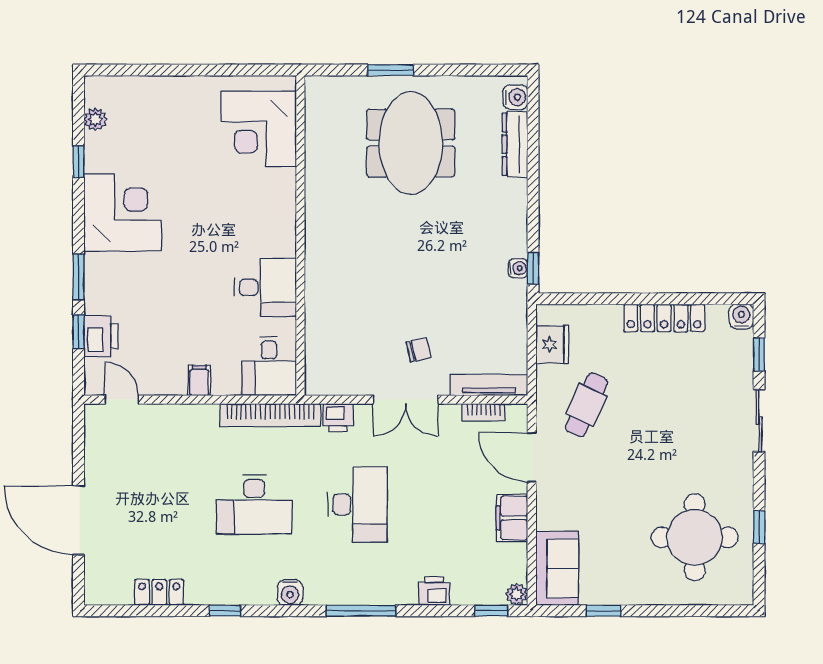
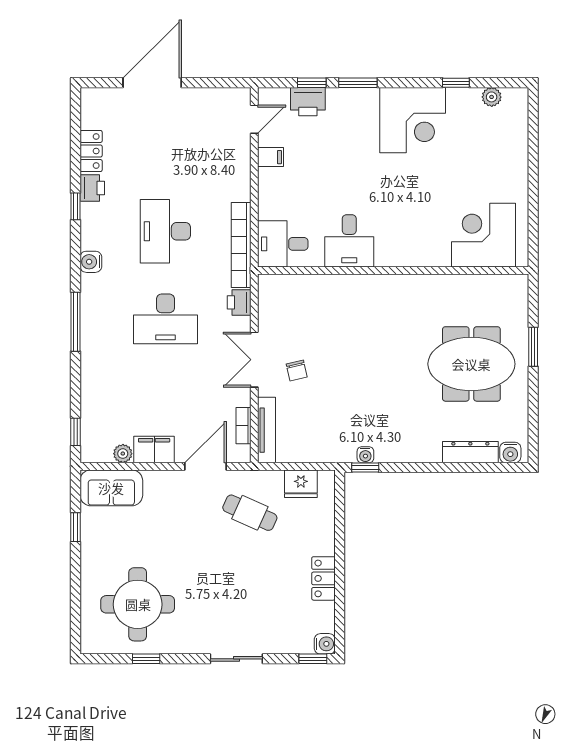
locker: (664, 318) -> (323, 578), width x0.66
window: (759, 354) -> (313, 659), moved
filing cabinet: (199, 380) -> (270, 157), moved
printer: (434, 591) -> (92, 188), moved
plant: (517, 594) -> (123, 454), moved

